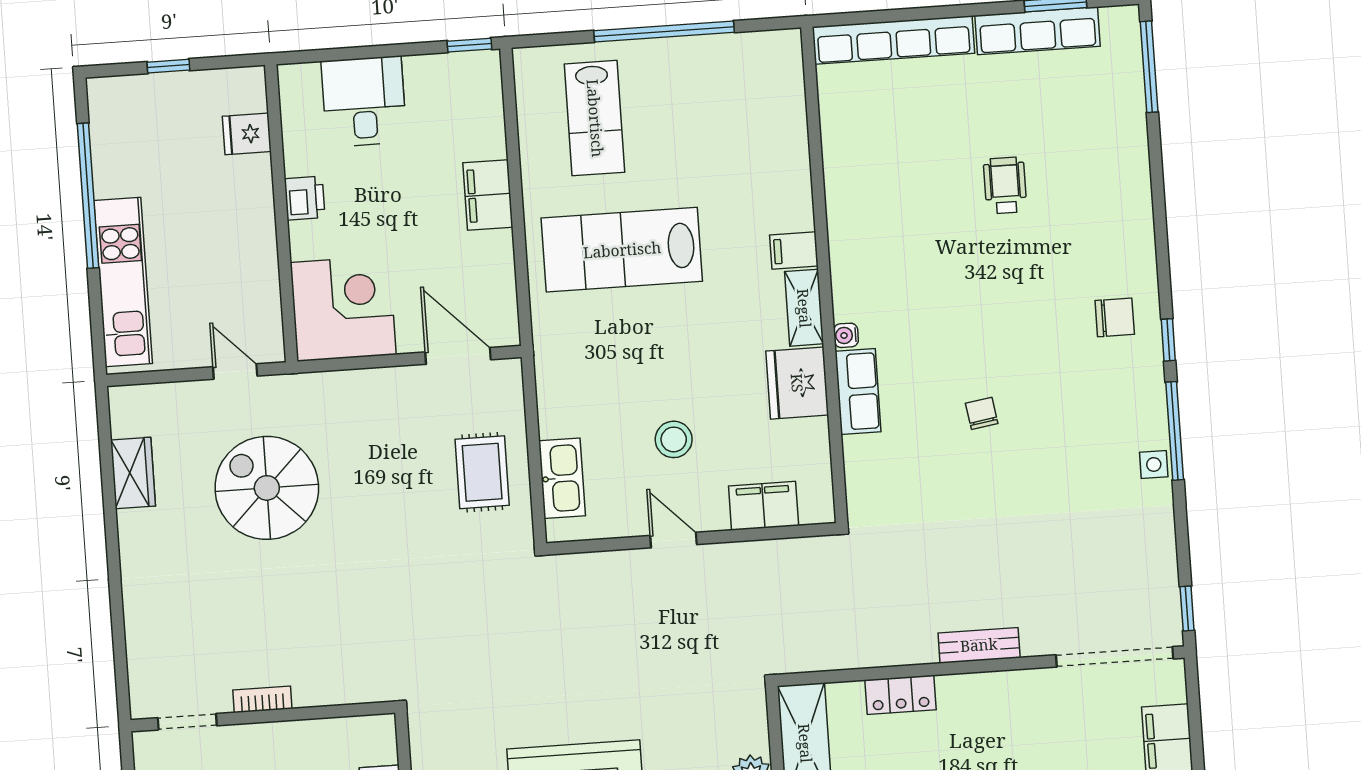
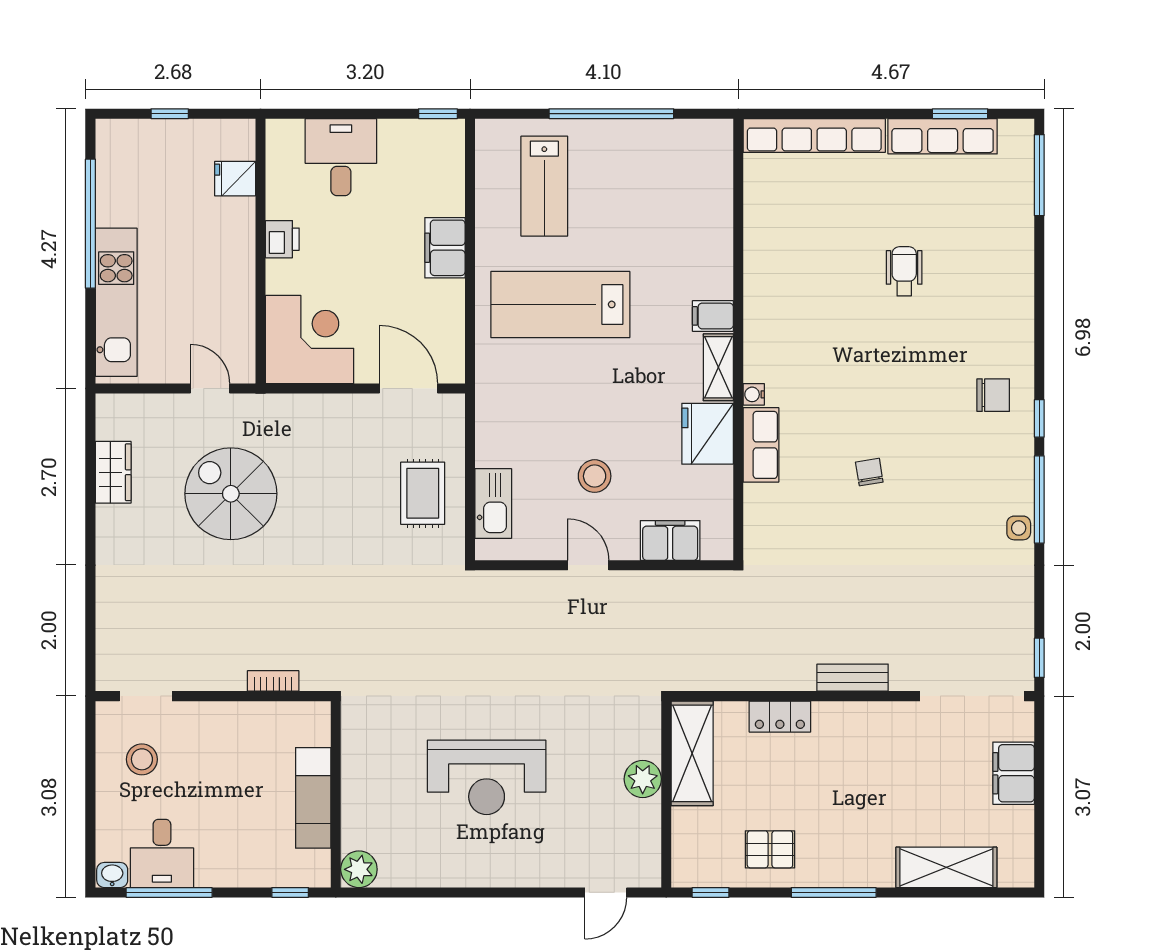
bookcase: (262, 699) -> (273, 681), moved

